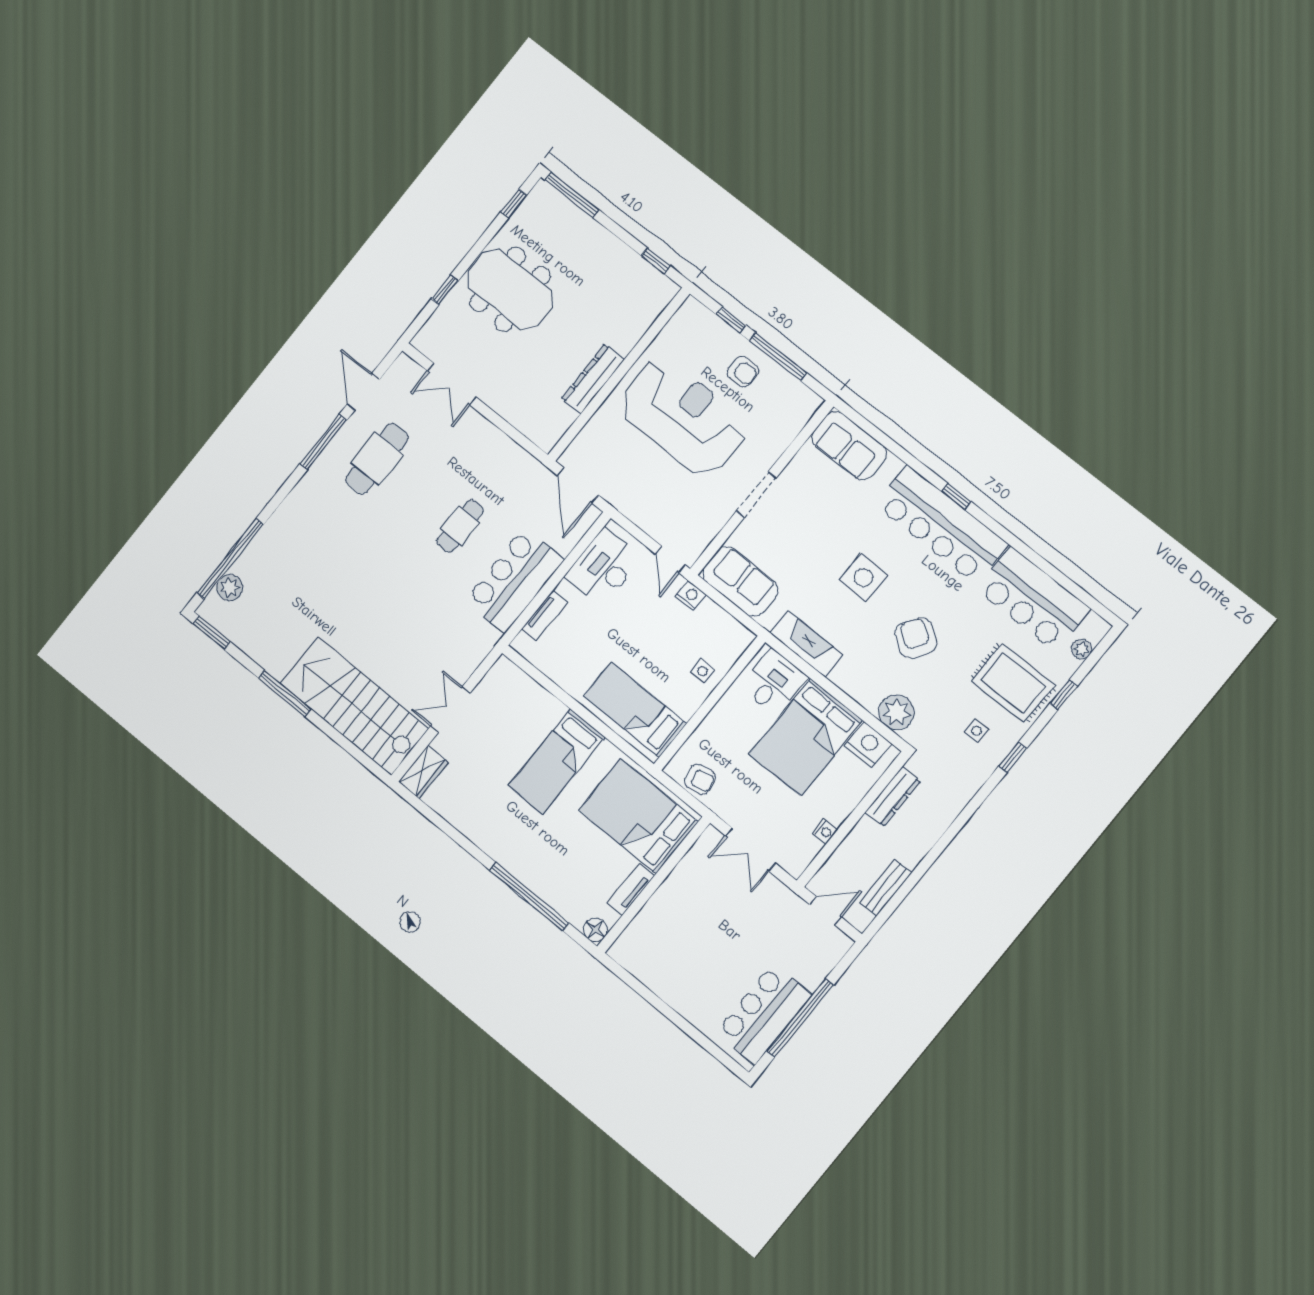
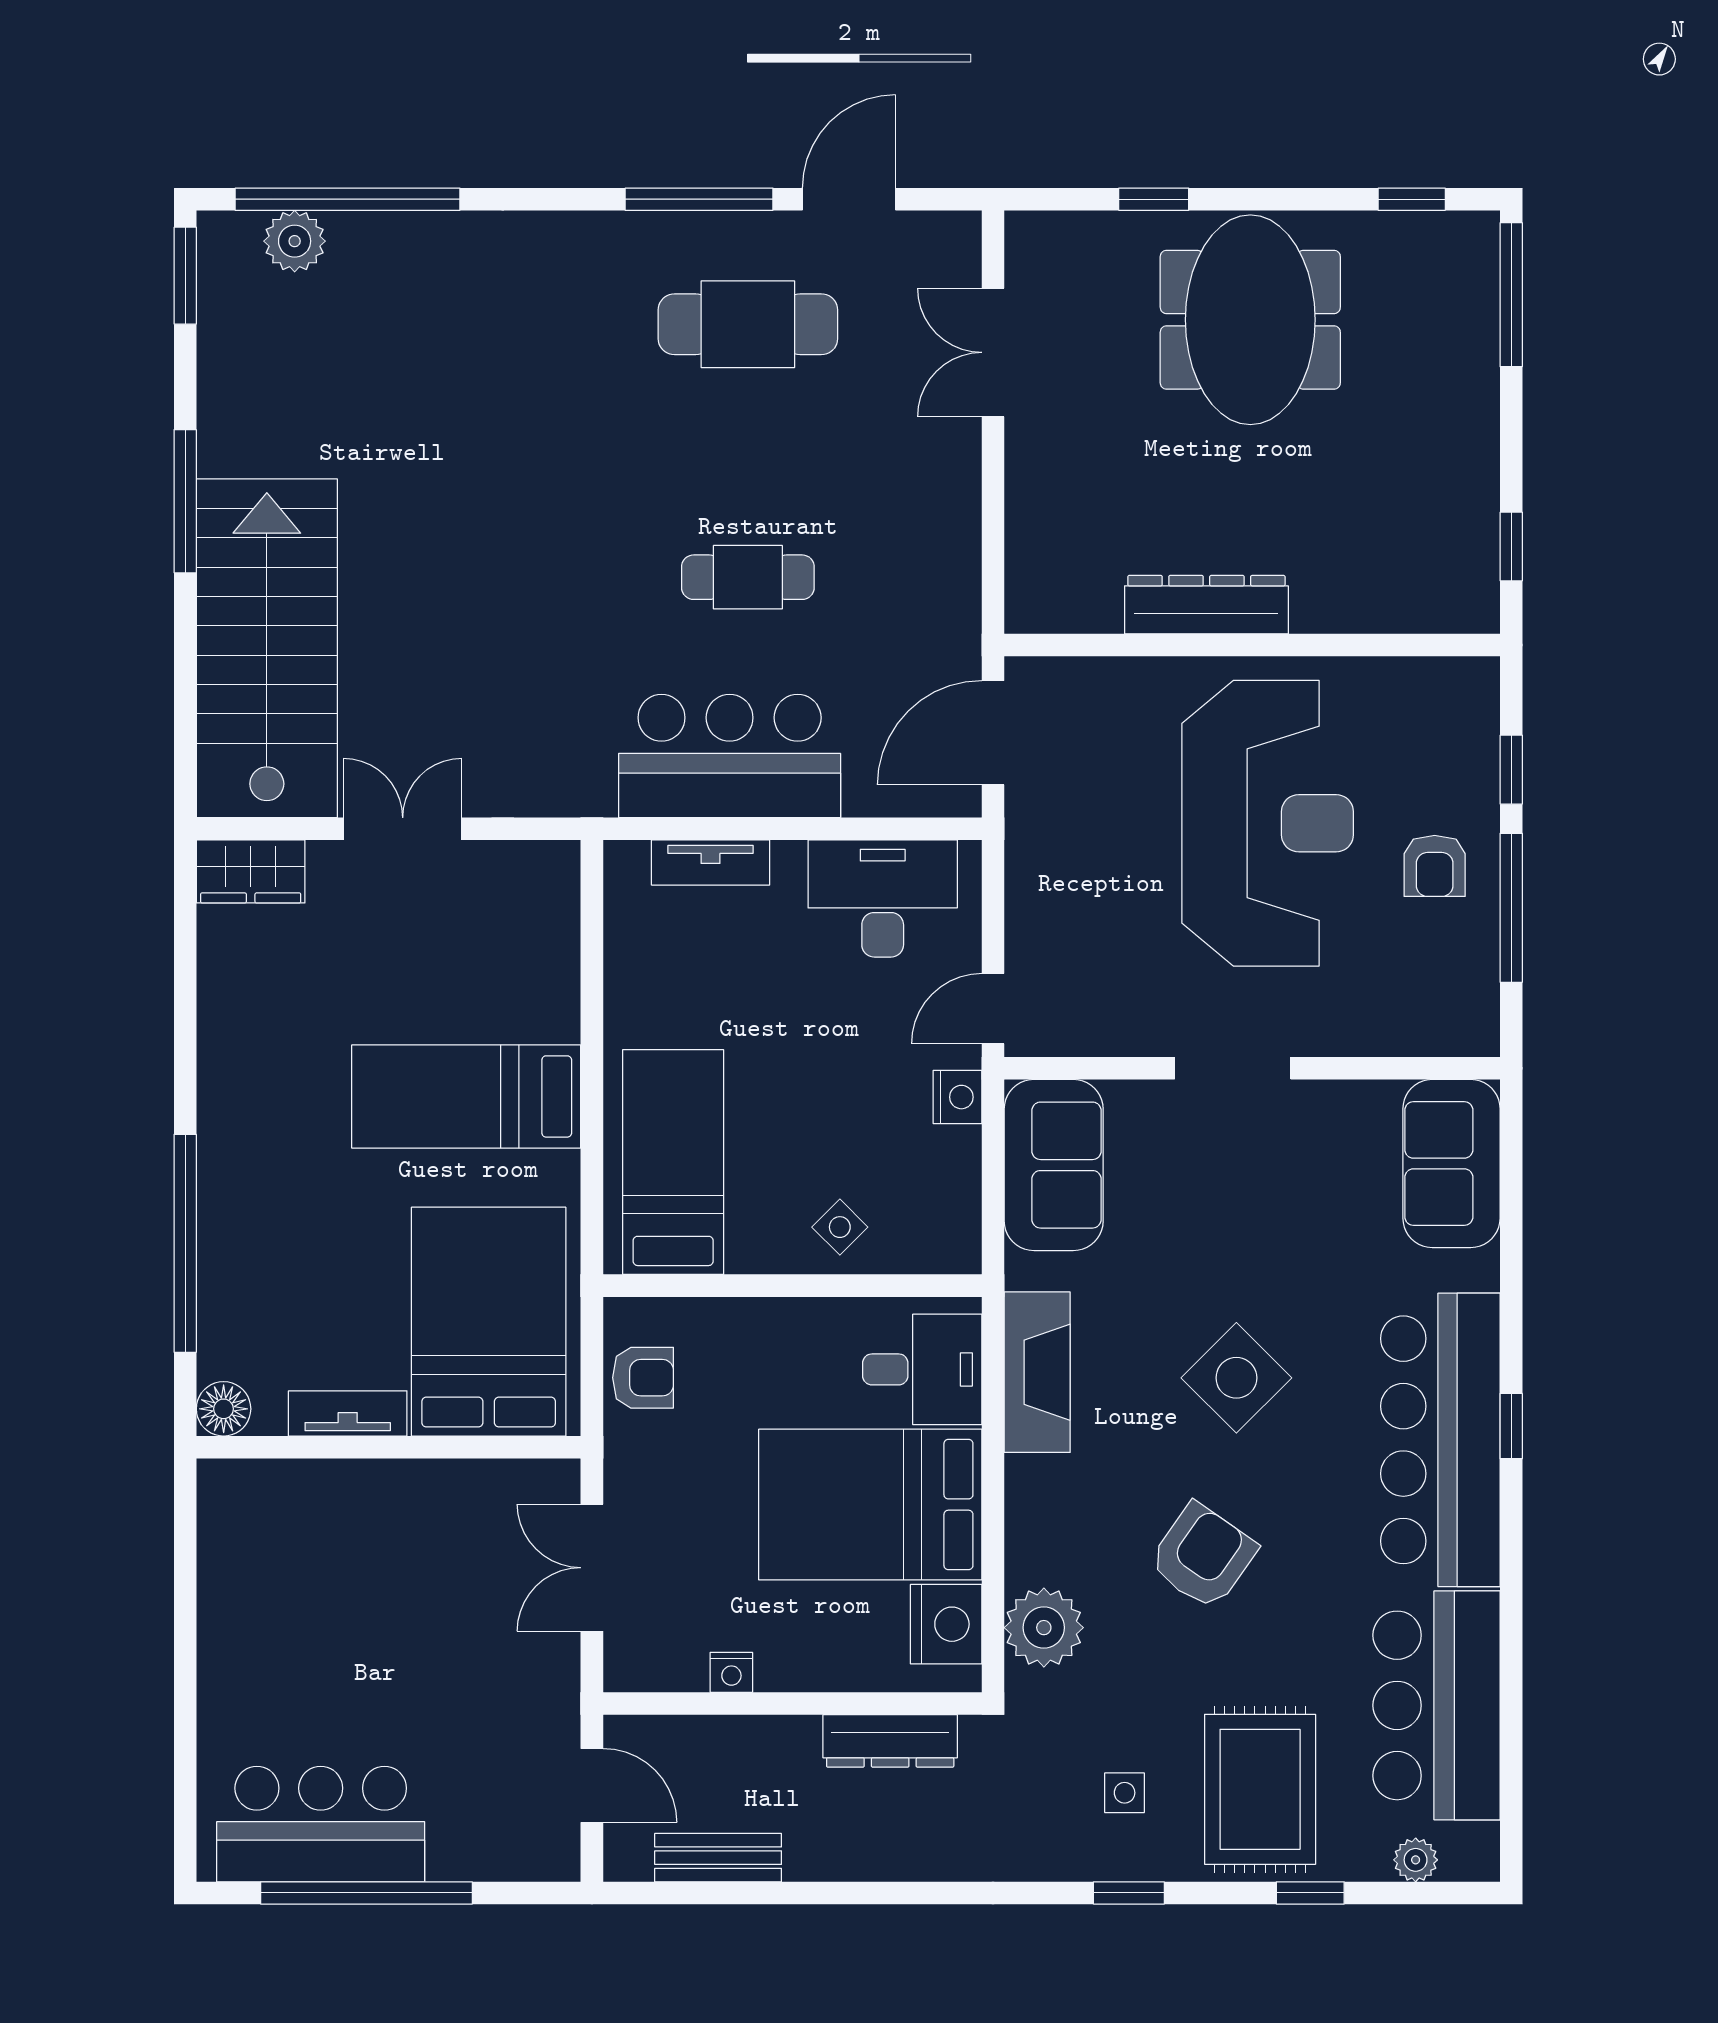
side table: (863, 577) -> (1236, 1378), turned 45
side table: (703, 671) -> (840, 1227), turned 45
armchair: (700, 779) -> (643, 1378), turned -80

